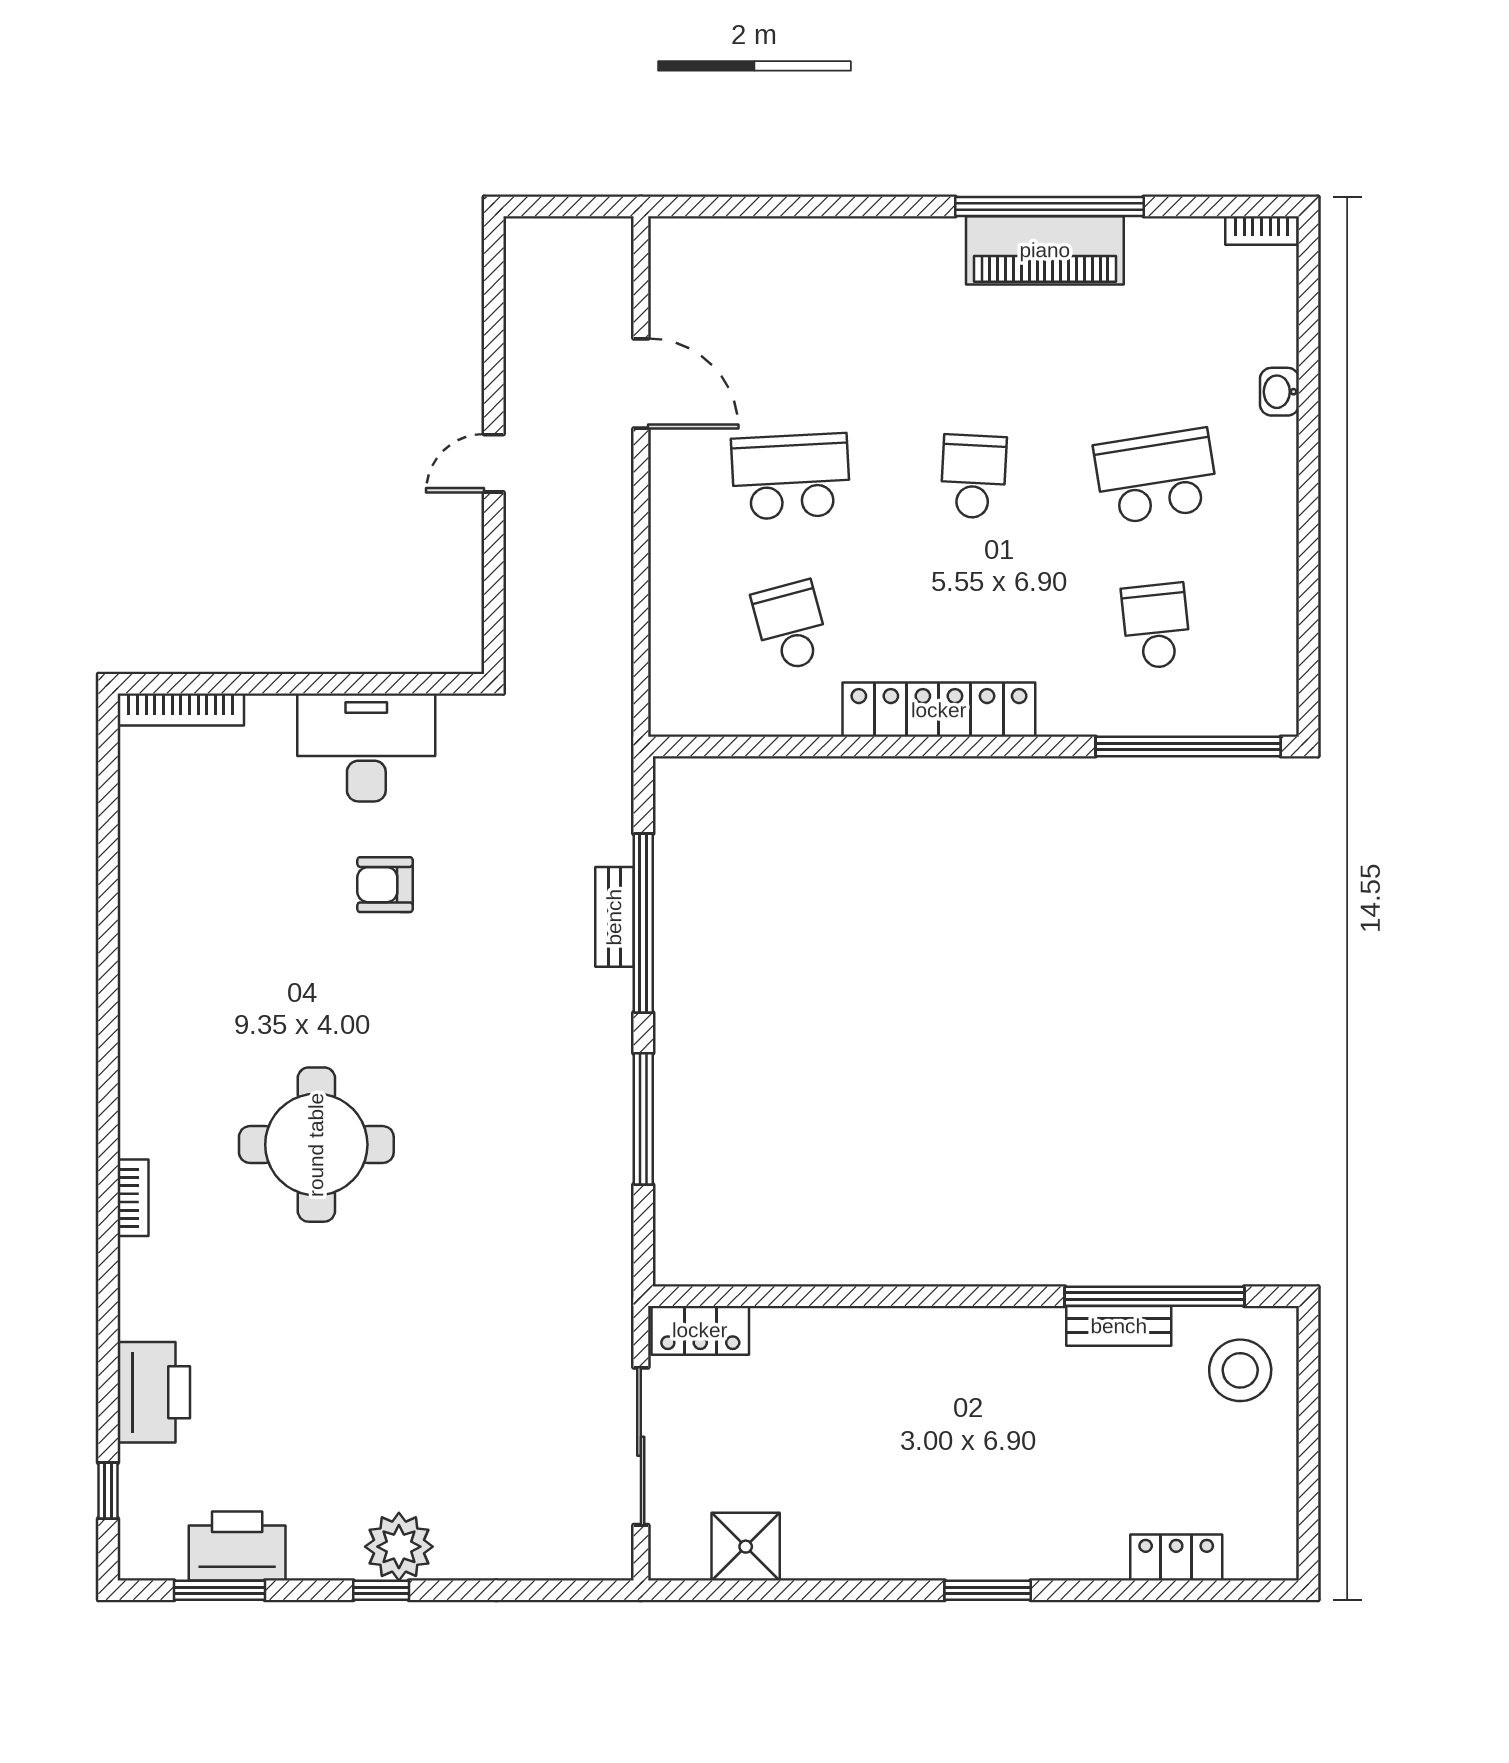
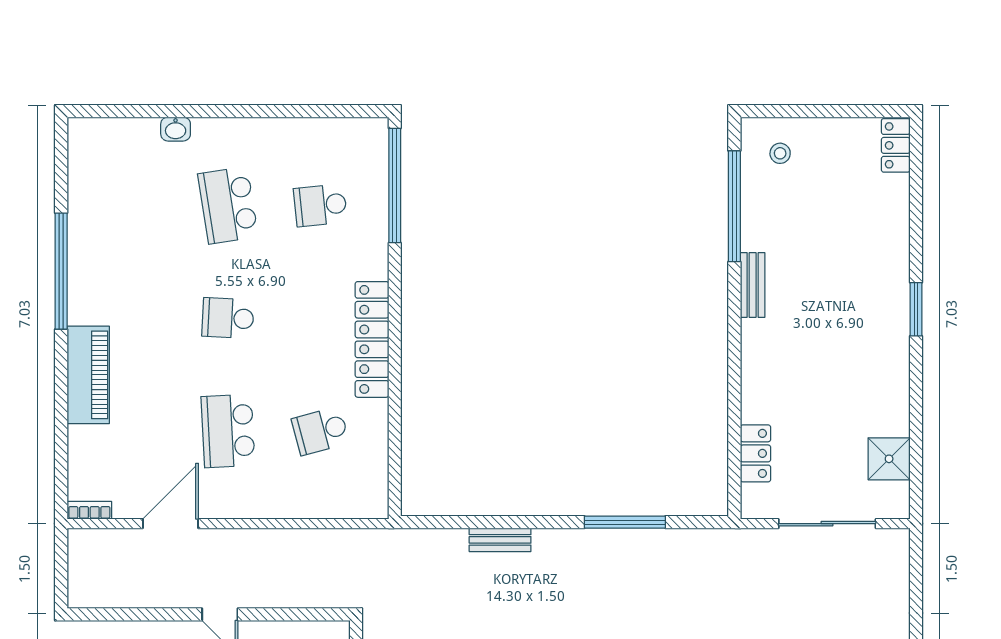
bookcase: (1261, 231) -> (89, 510), moved, turned -90
piano: (1045, 250) -> (88, 375), moved
window: (643, 923) -> (504, 522), removed
bench: (1119, 1326) -> (753, 285), moved
locker: (700, 1330) -> (755, 453), moved
stool: (1240, 1370) -> (780, 153), width x0.53, depth x0.53
locker: (1176, 1557) -> (896, 145), moved

